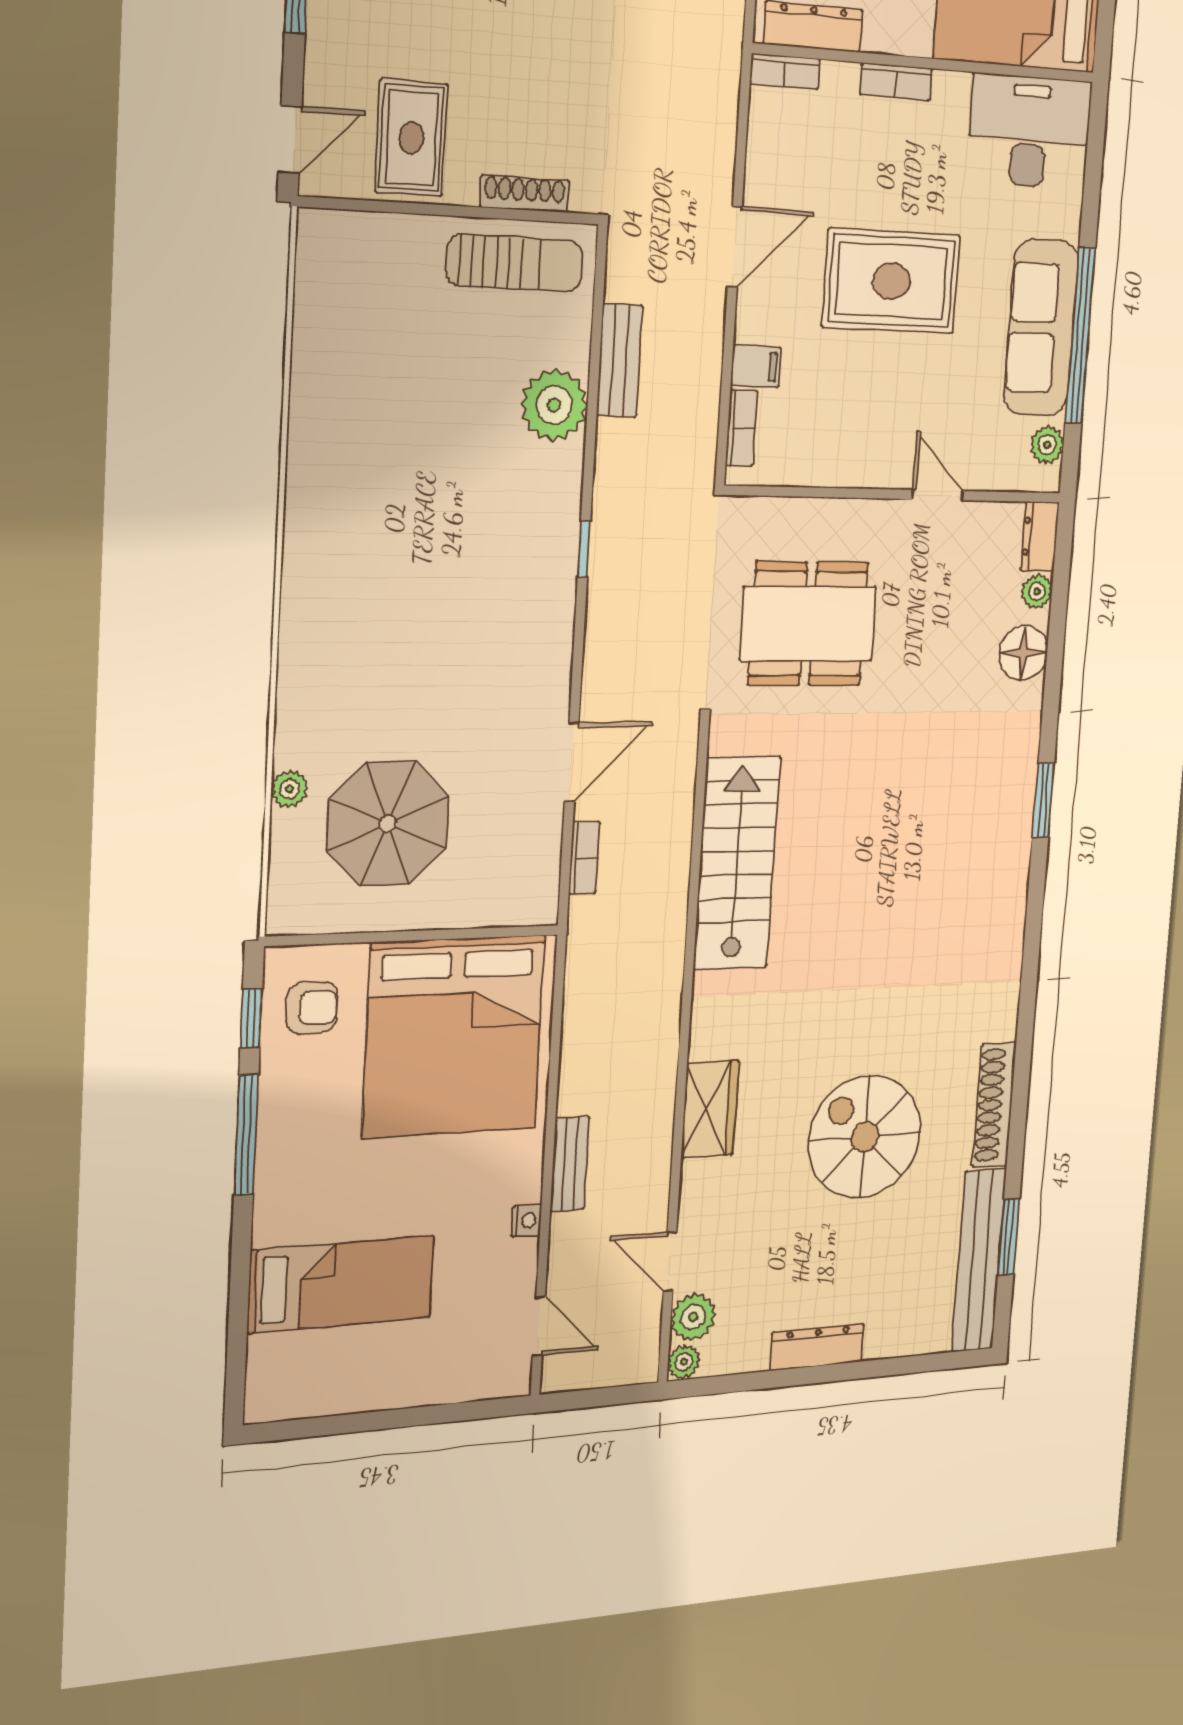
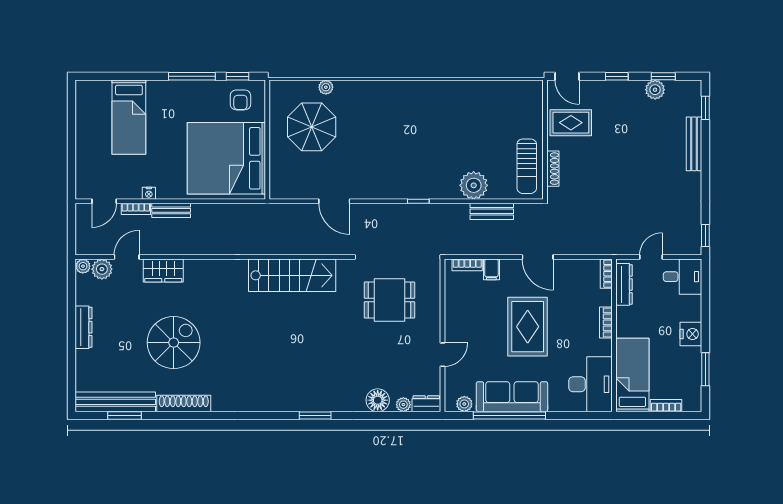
dining table: (808, 624) -> (389, 300), width x0.73
bookcase: (584, 858) -> (136, 209), moved
wardrobe: (710, 1109) -> (163, 270), moved

